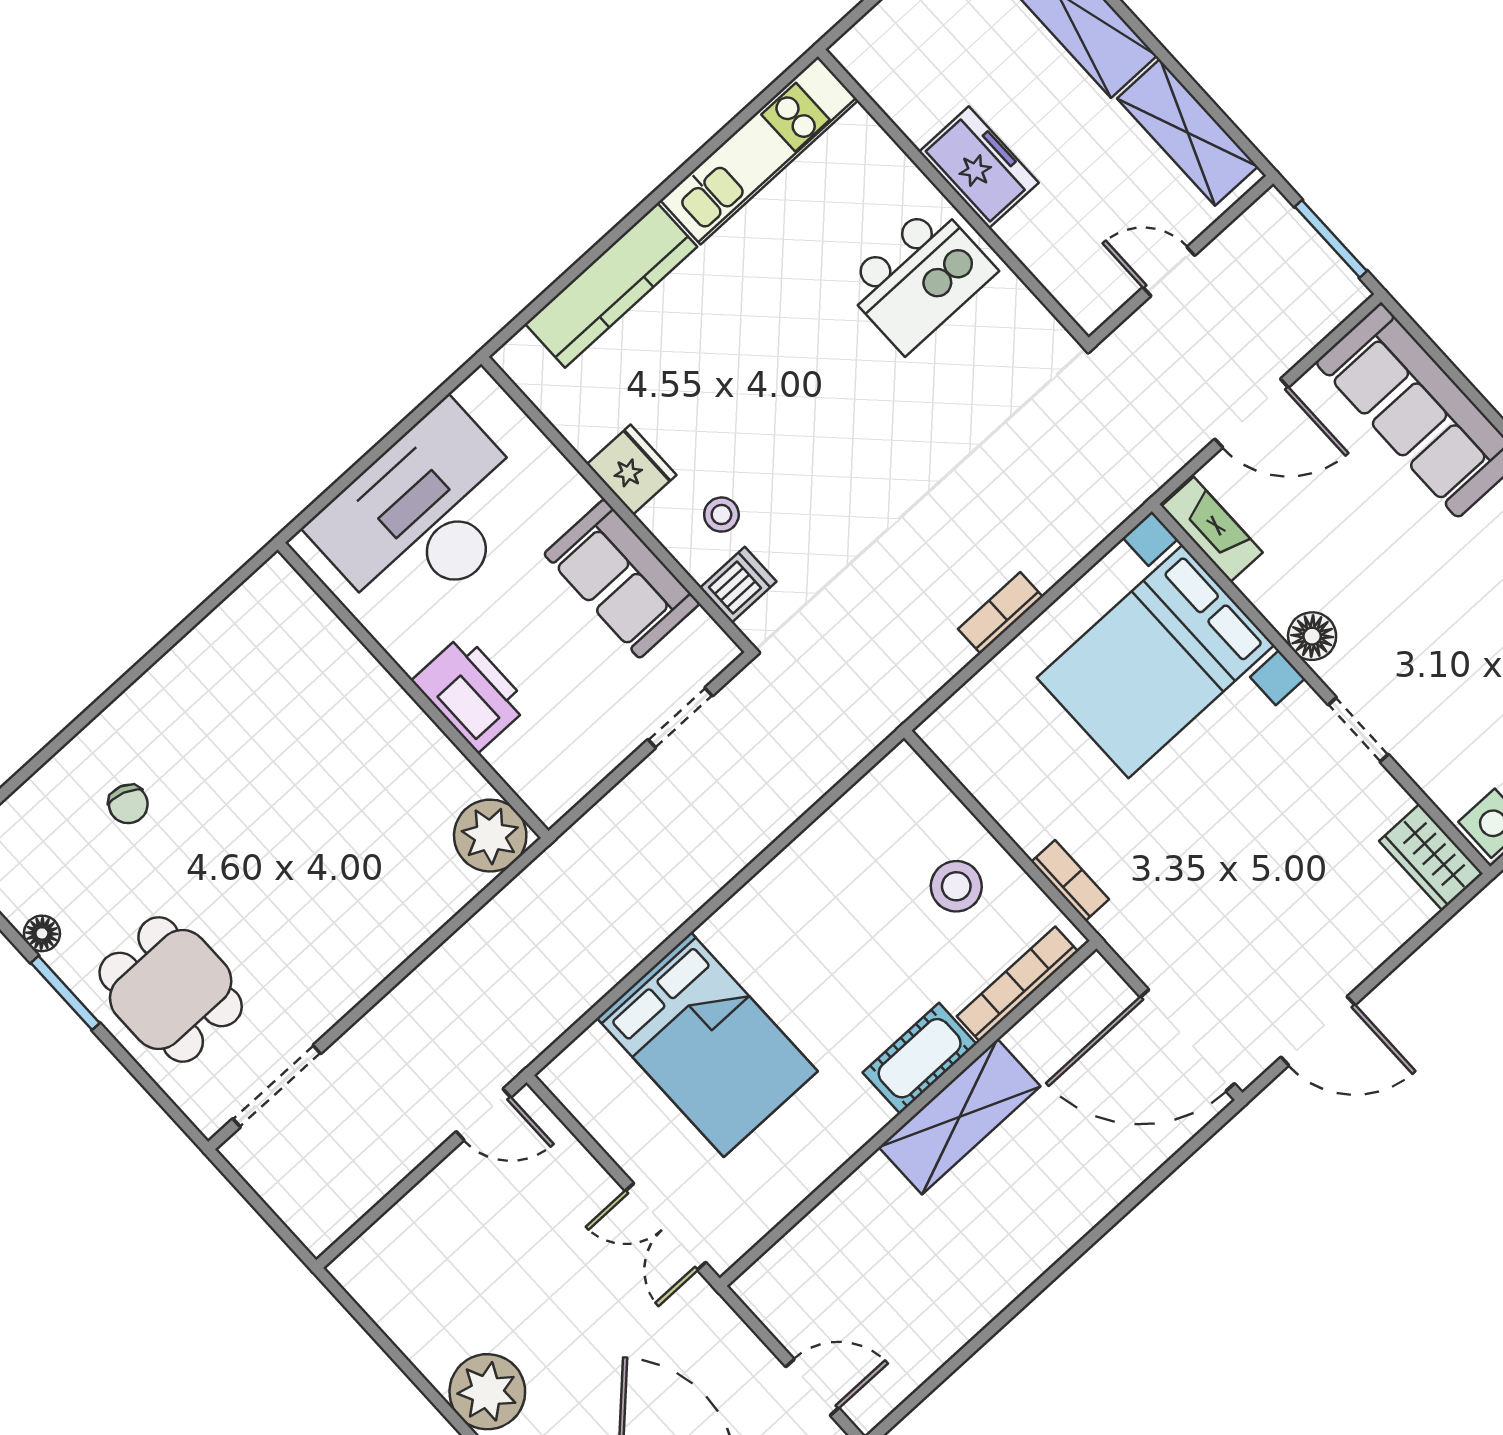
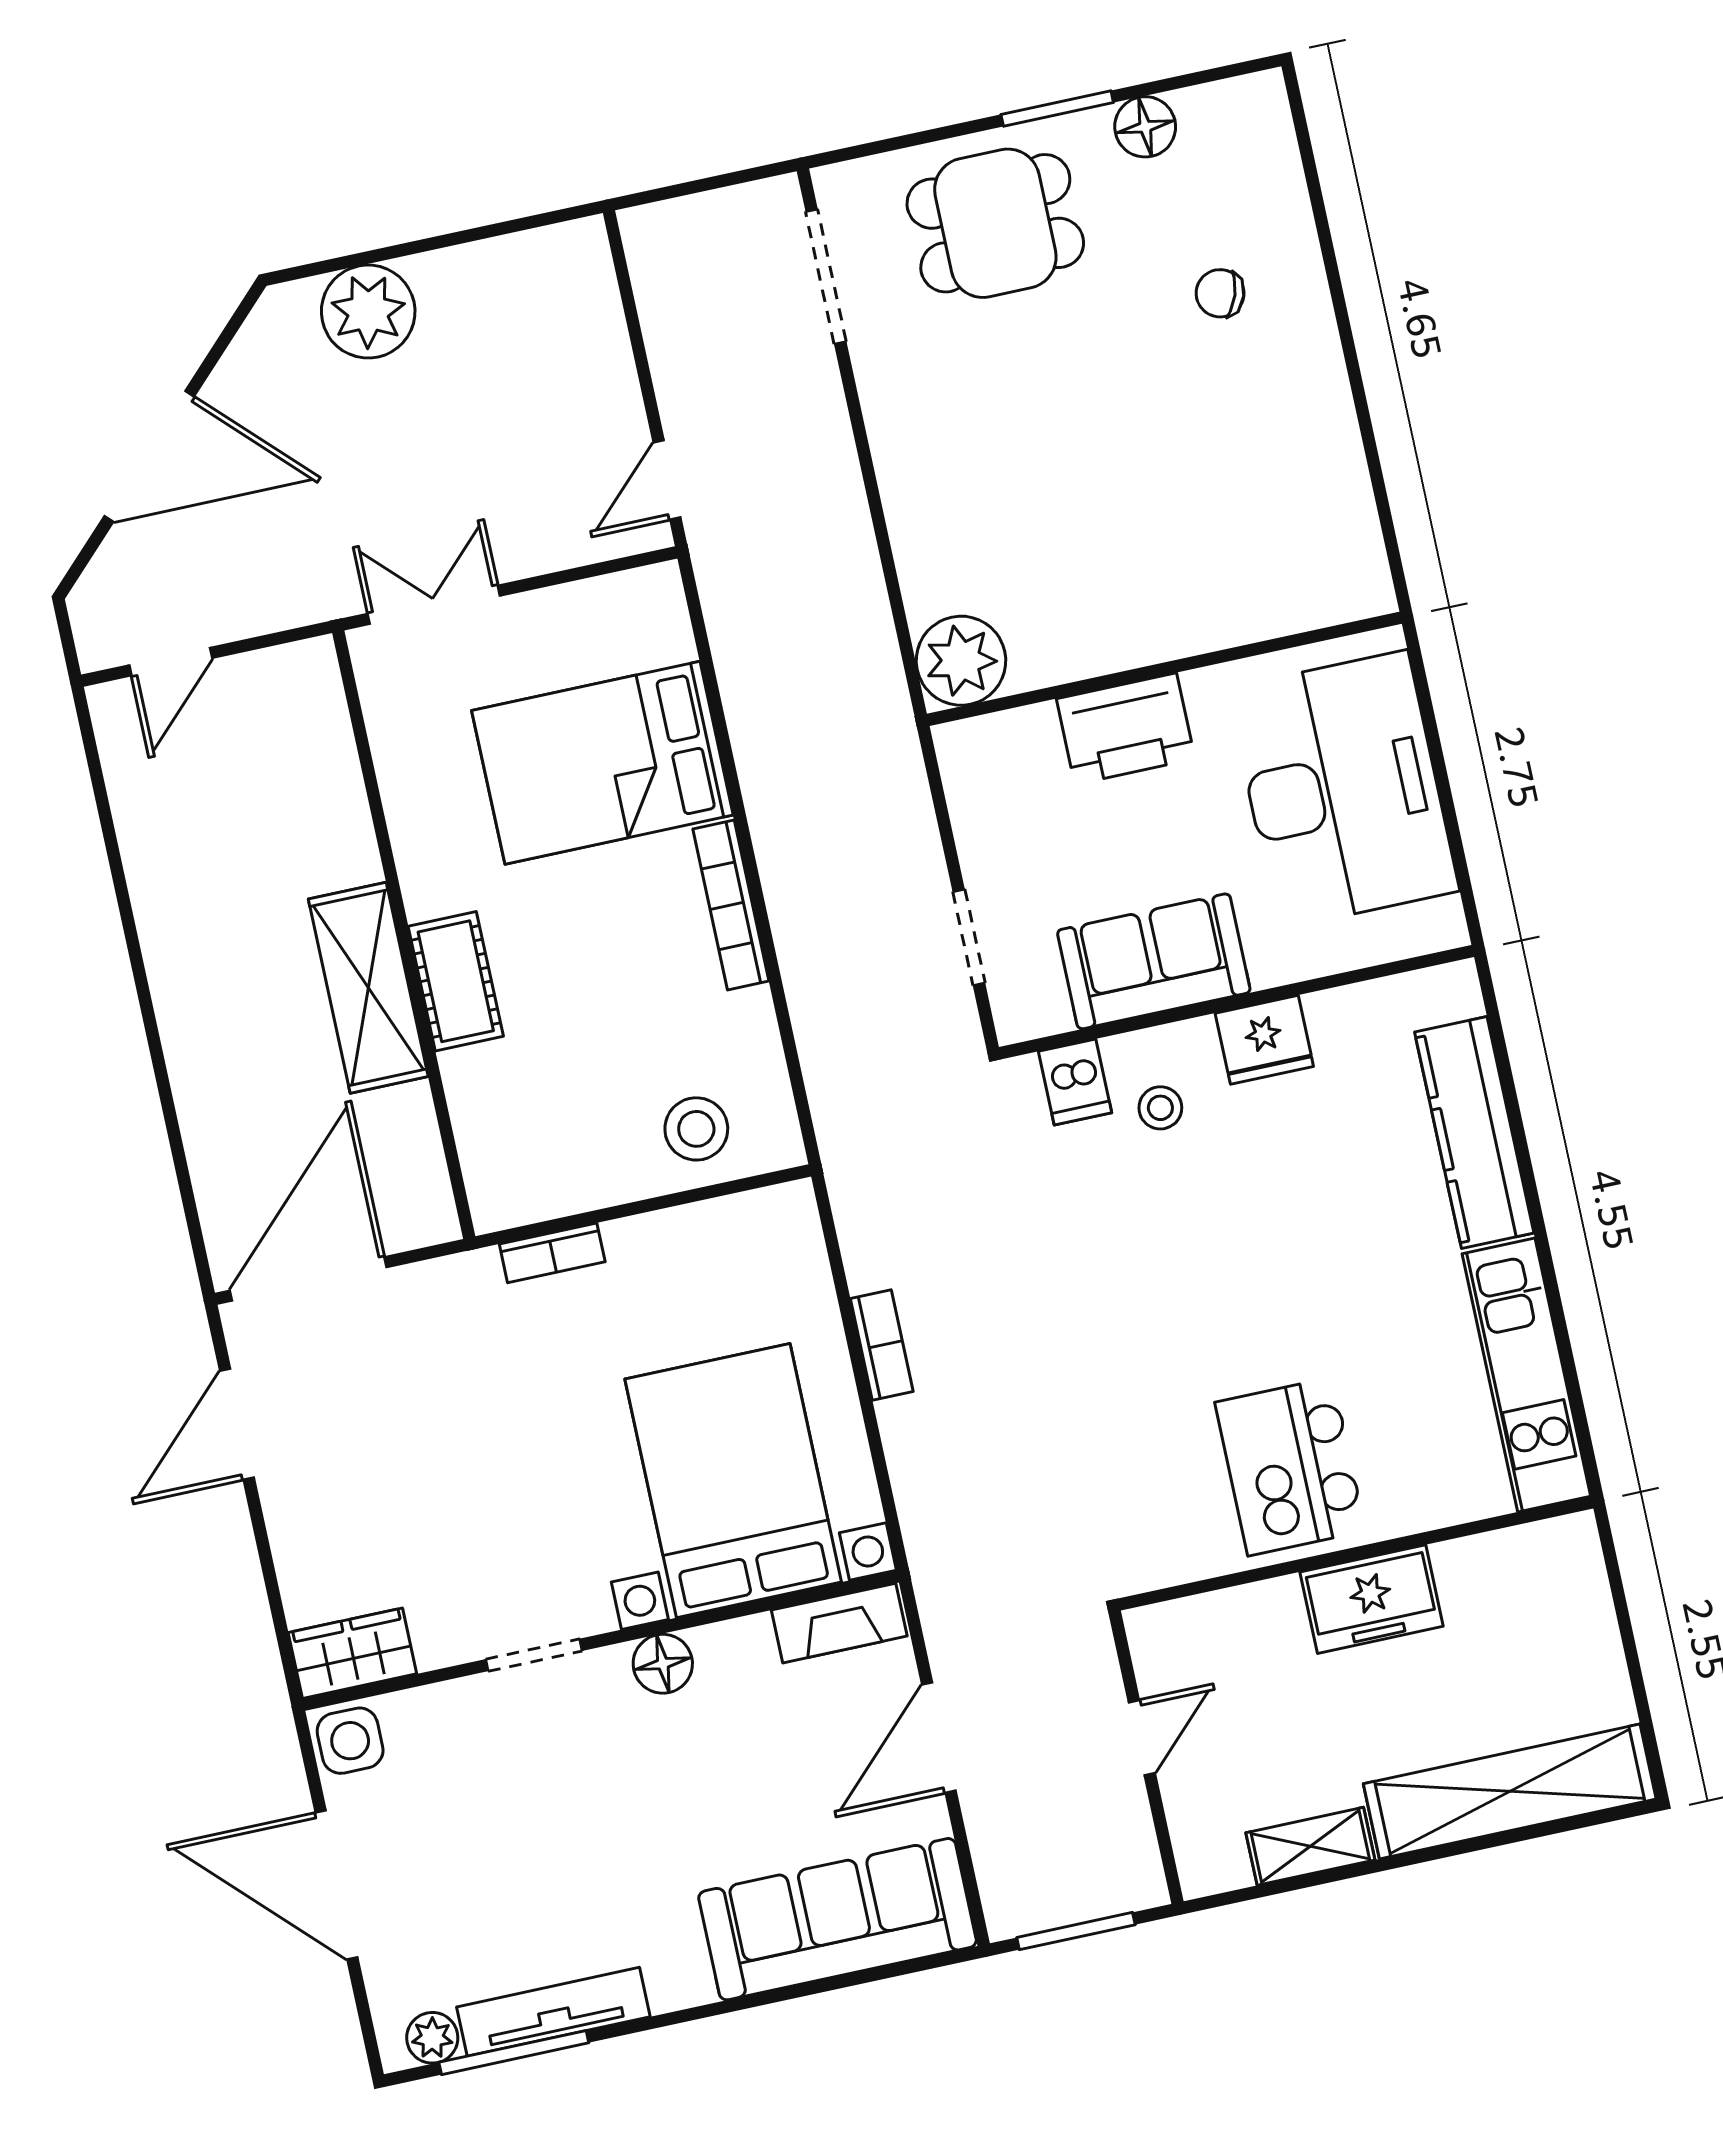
shelving: (1187, 132) -> (1310, 1846), width x0.67, depth x0.75
stool: (956, 886) -> (696, 1129), moved
floor lamp: (42, 933) -> (1145, 127), width x1.37, depth x1.37
bookcase: (1017, 984) -> (731, 905), moved, turned 180

